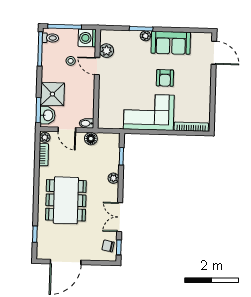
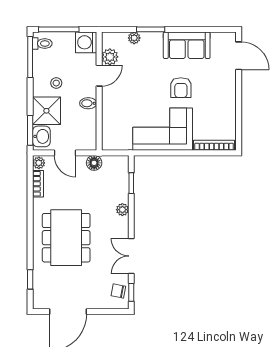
plant: (145, 36) -> (134, 38), moved
stool: (71, 61) -> (56, 83), moved
door: (97, 66) -> (99, 76), swing flipped
bidet: (86, 123) -> (88, 103), moved

